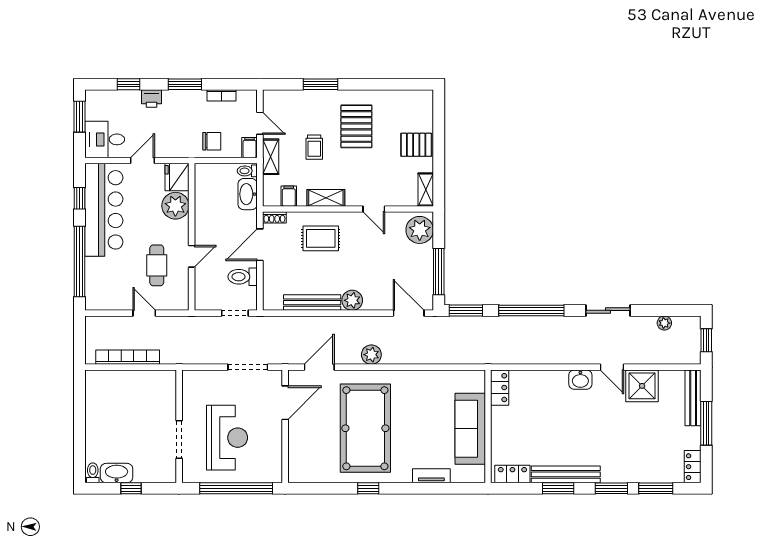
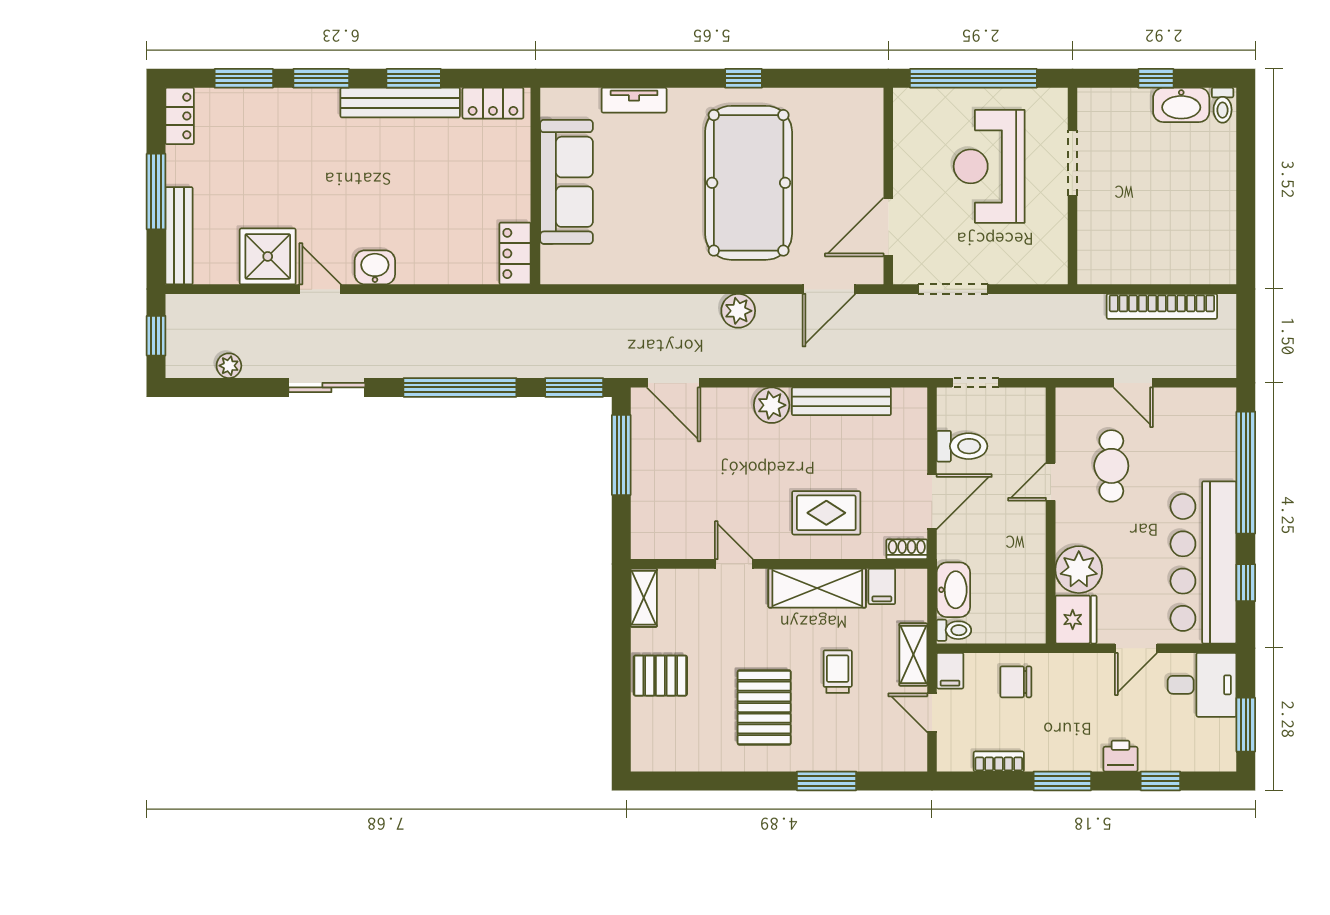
shelving: (326, 198) -> (817, 588), width x1.50, depth x1.33
plant: (420, 230) -> (654, 528), removed

